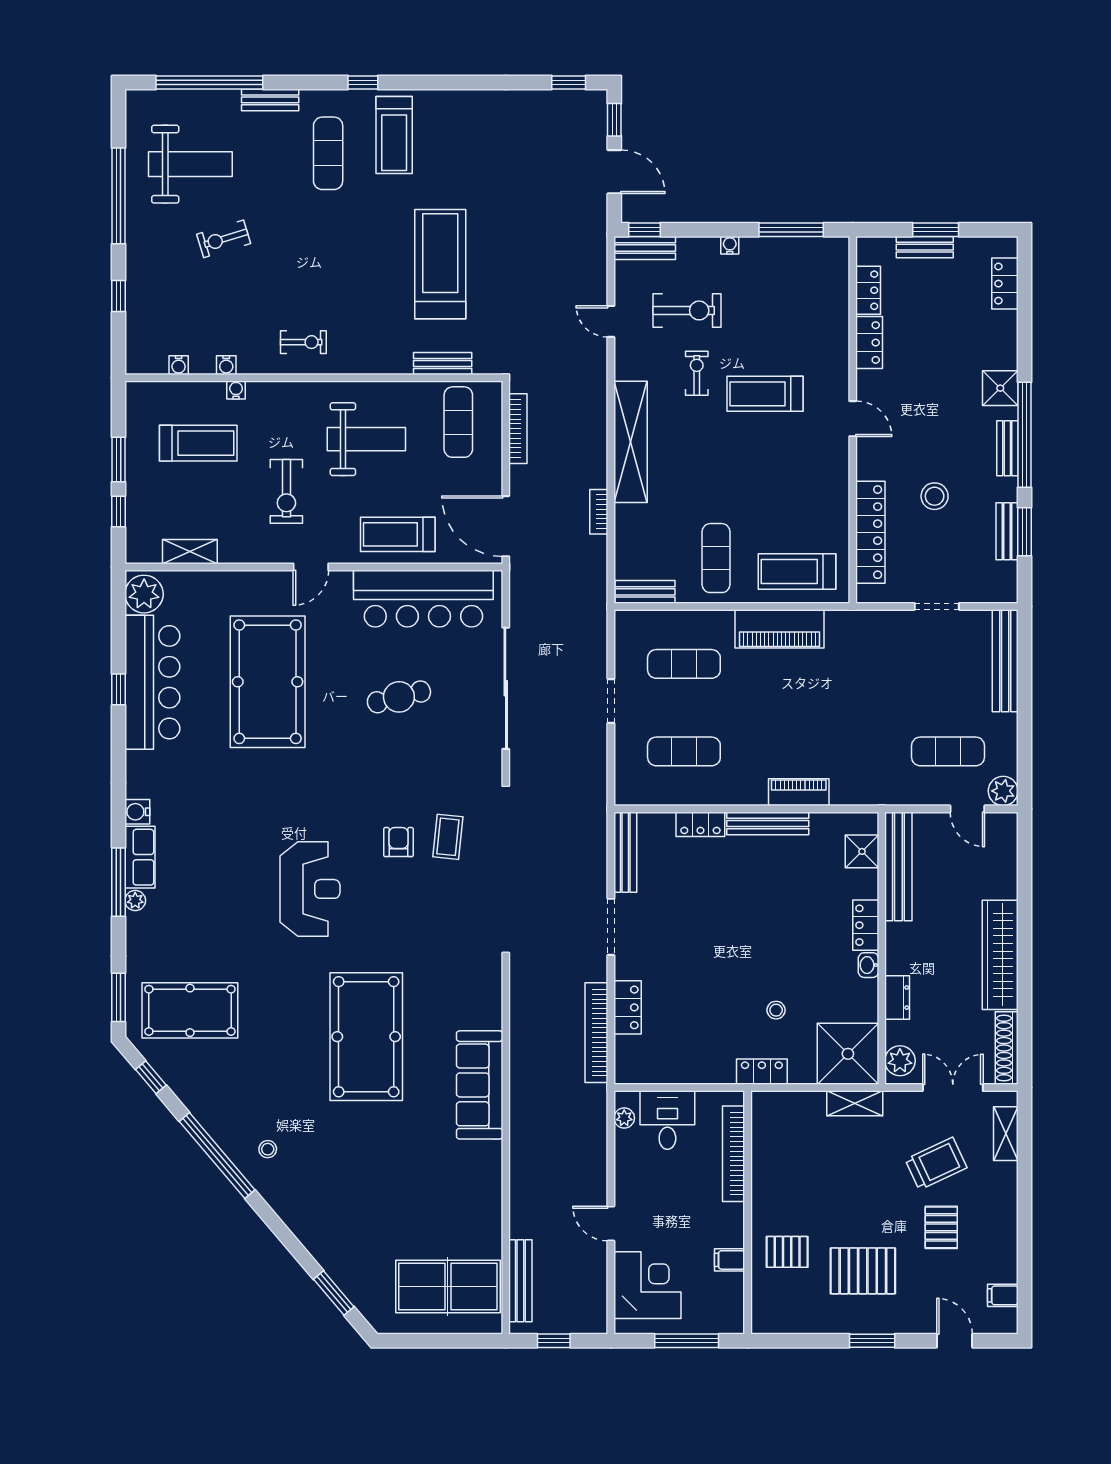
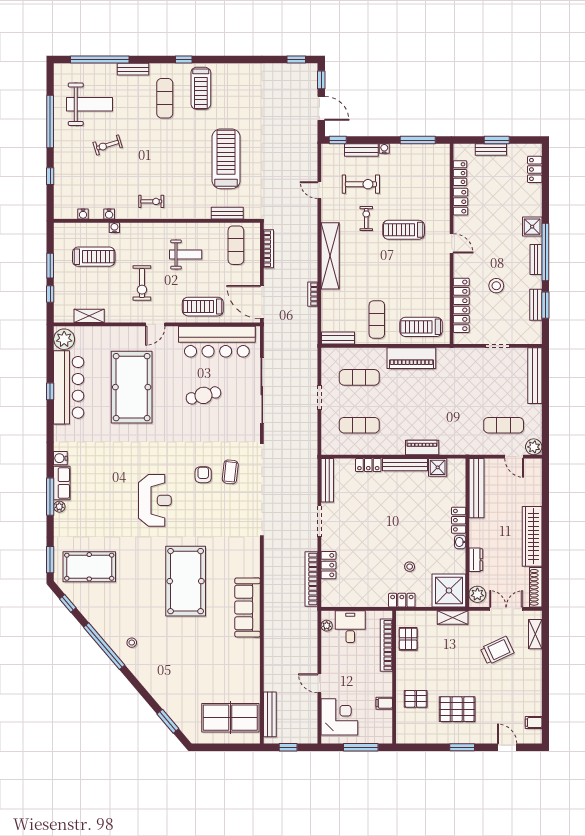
bench: (645, 248) -> (361, 150), moved
weight bench: (366, 439) -> (186, 254), width x0.73, depth x0.75
shower: (862, 851) -> (438, 467), moved
pallet: (941, 1227) -> (408, 639), moved

